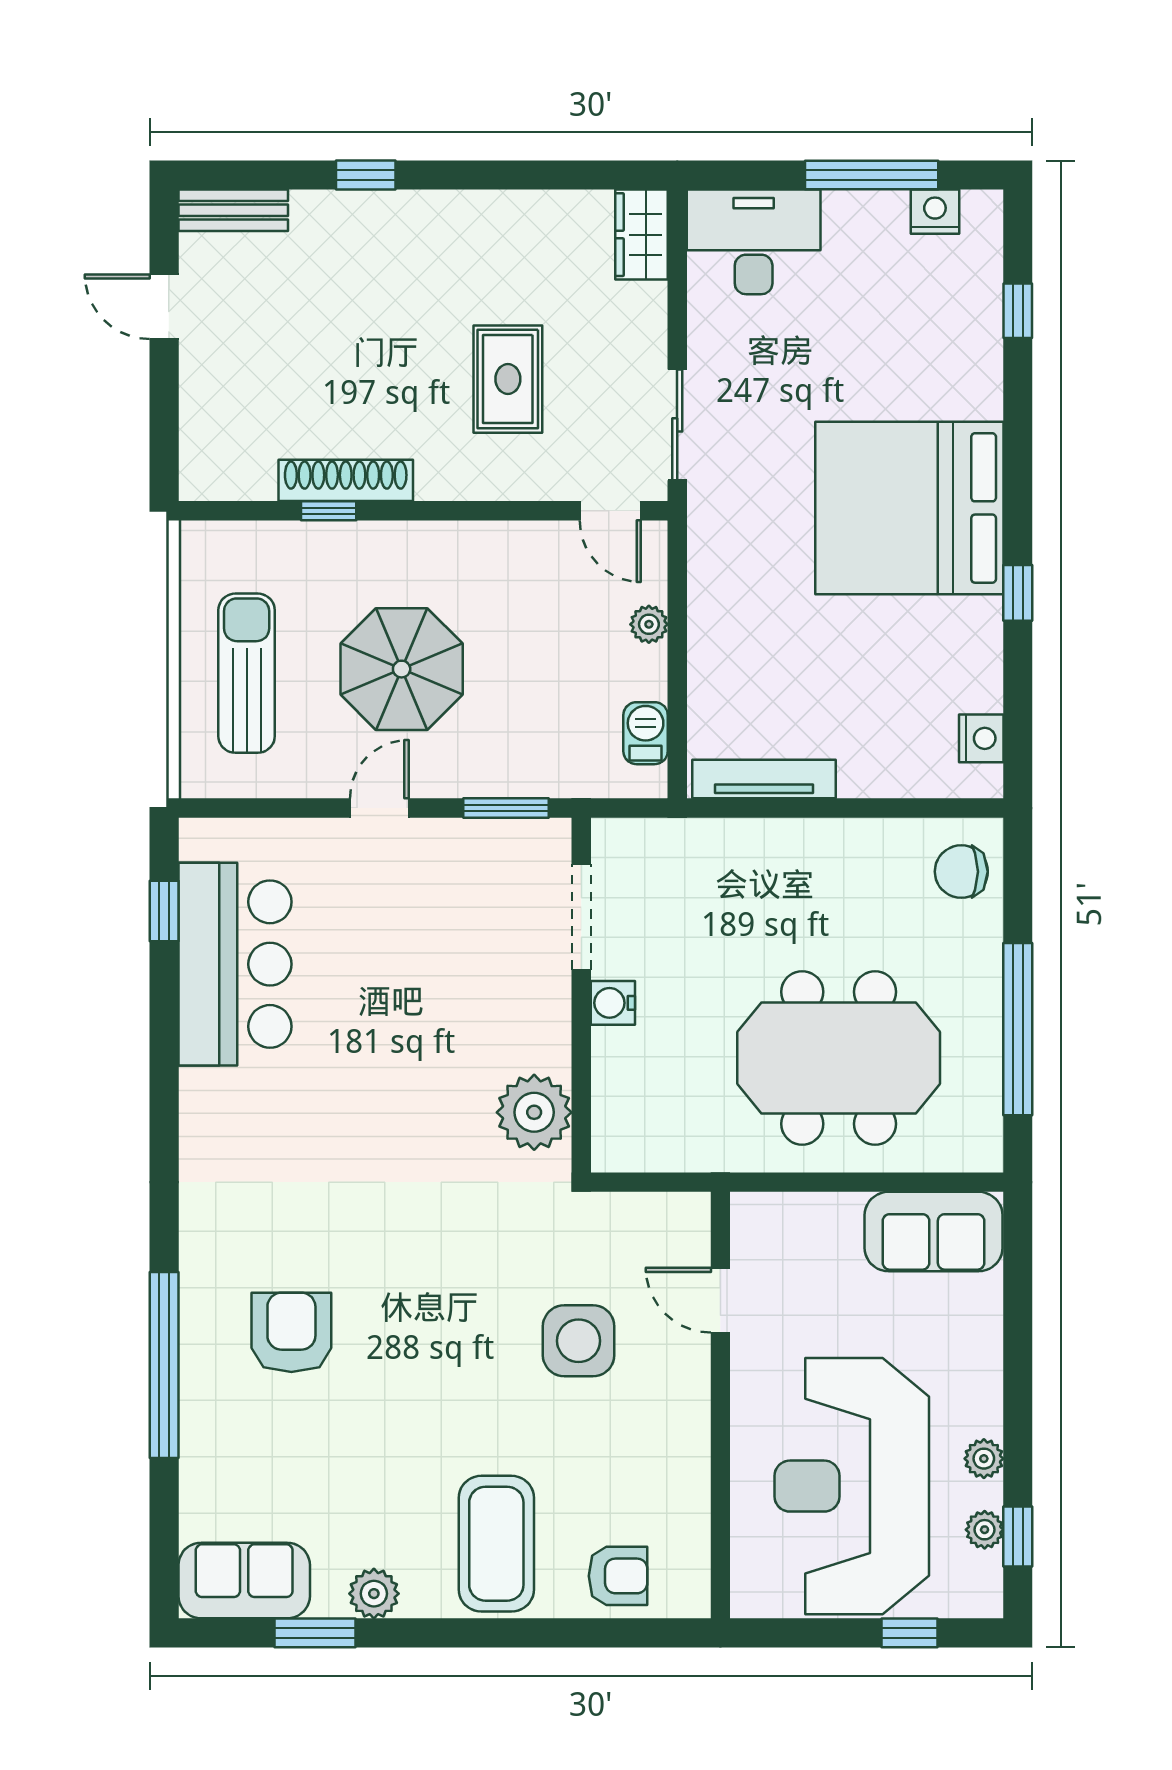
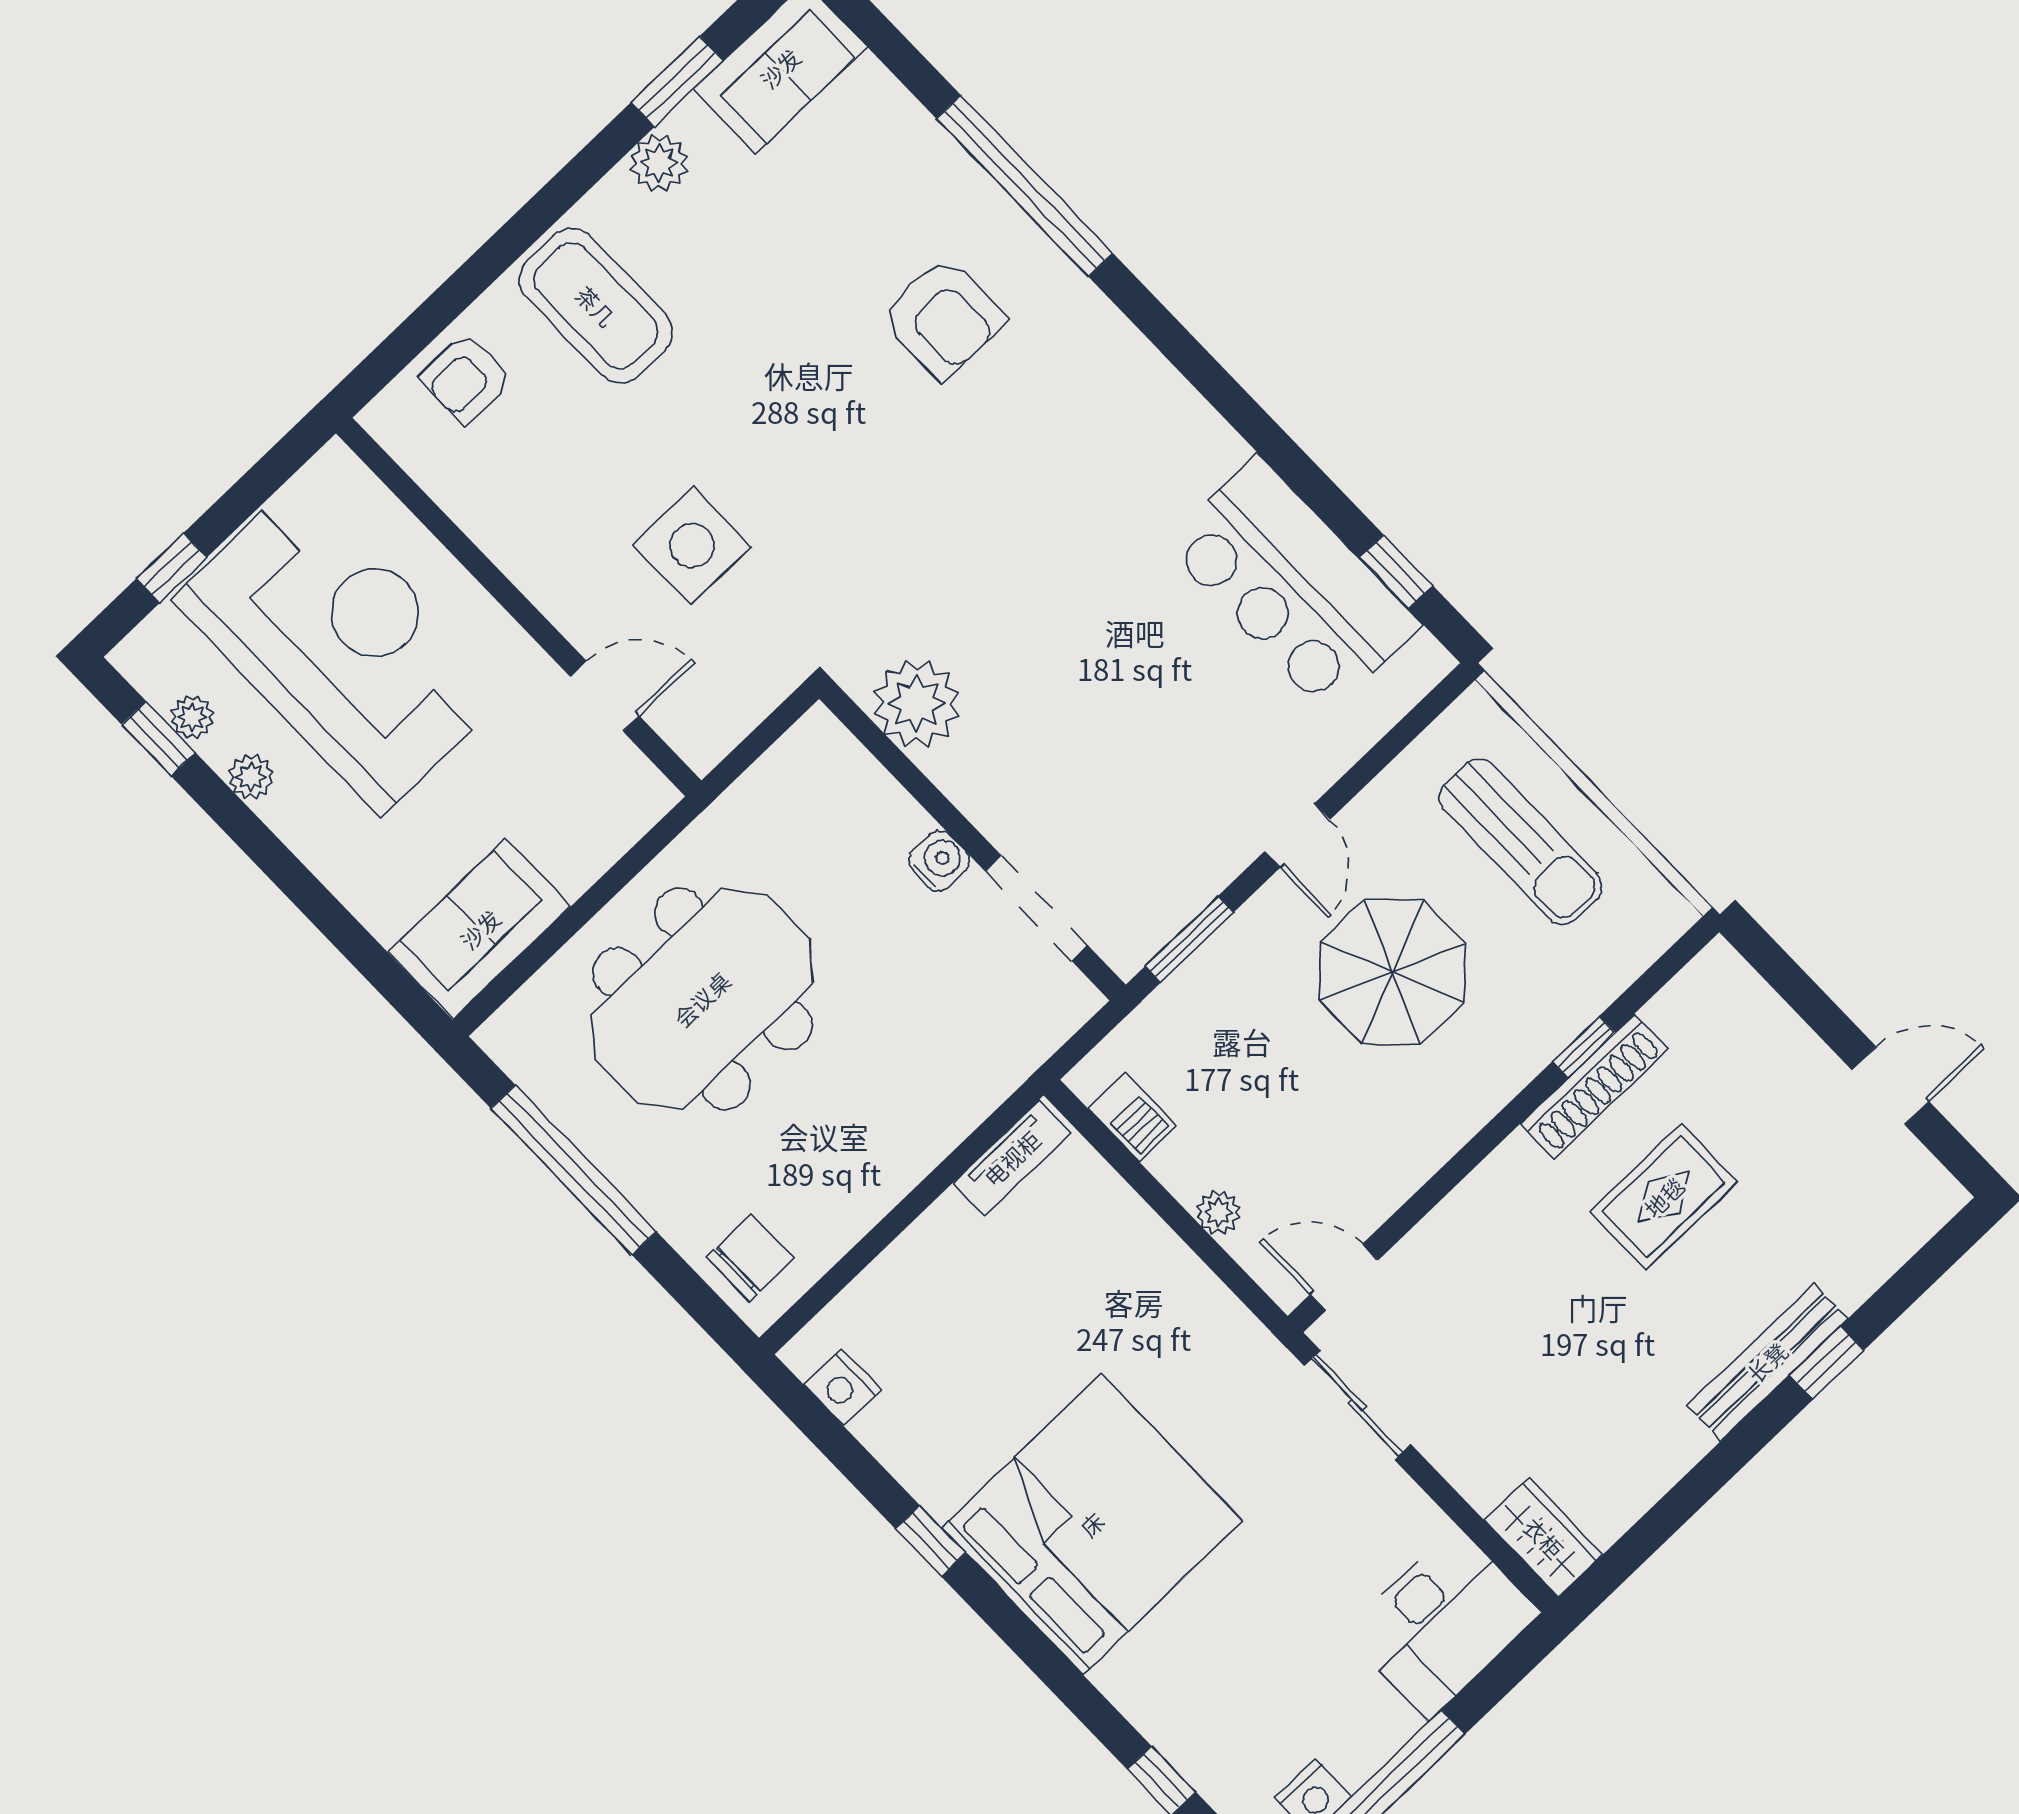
bench: (233, 210) -> (1767, 1362), moved, width x1.36
rug: (508, 379) -> (1664, 1197), moved, turned 90
tv unit: (764, 779) -> (1012, 1158), width x0.71

